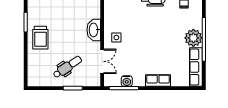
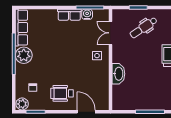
washbasin: (94, 30) -> (118, 74), moved
row of seats: (158, 81) -> (69, 15), moved

